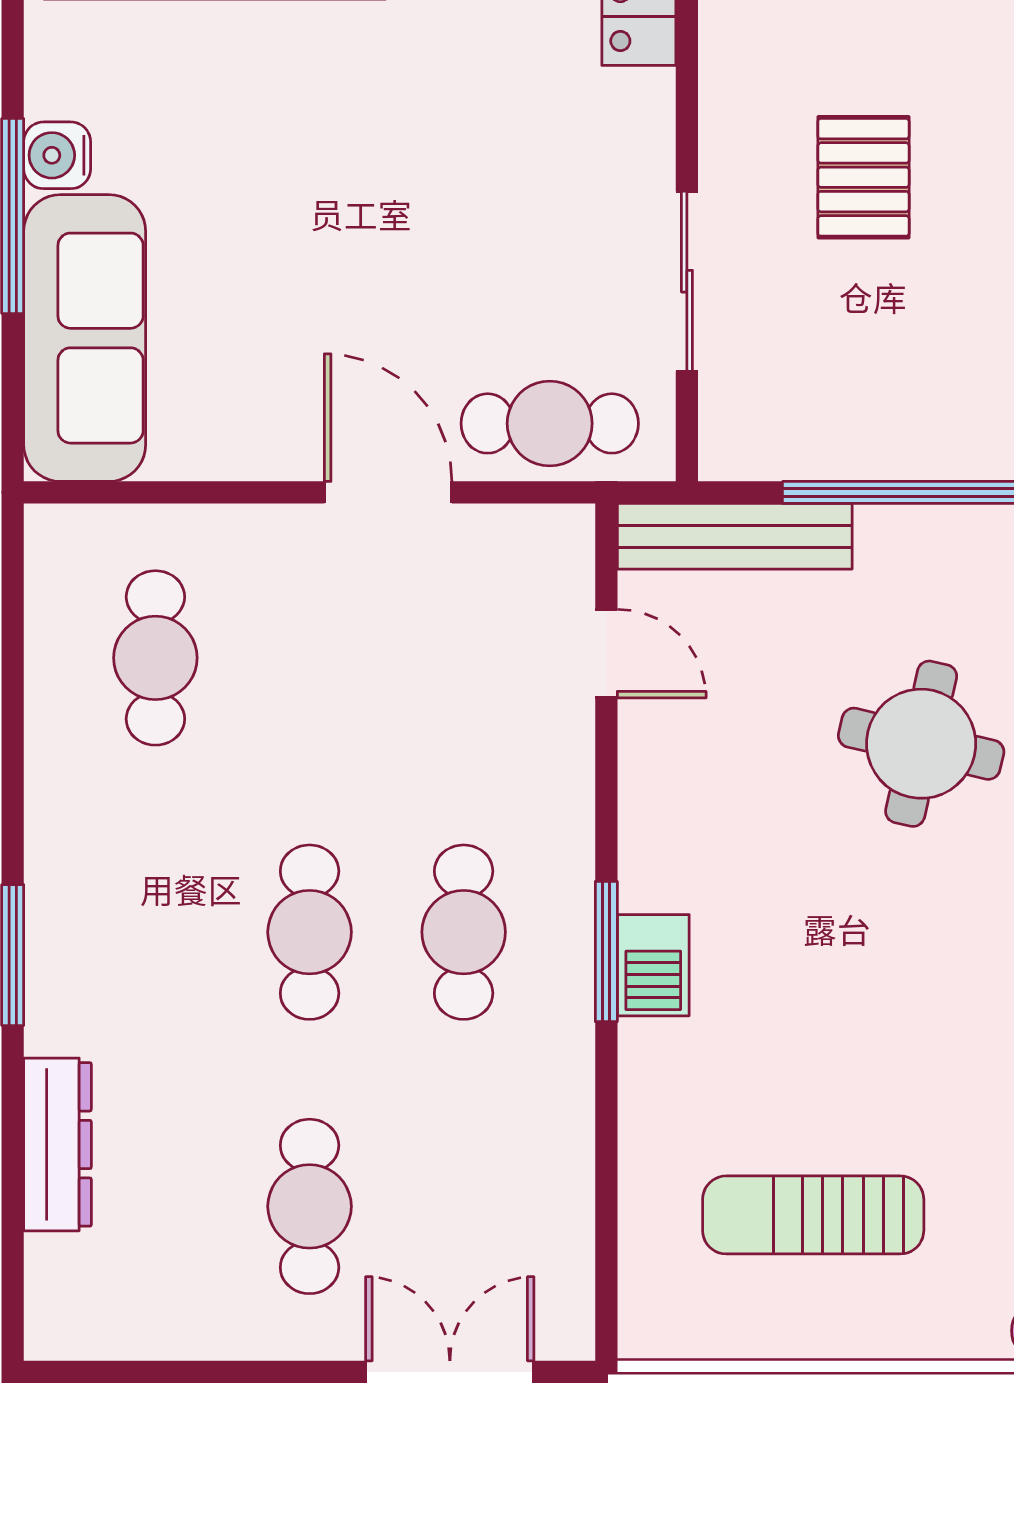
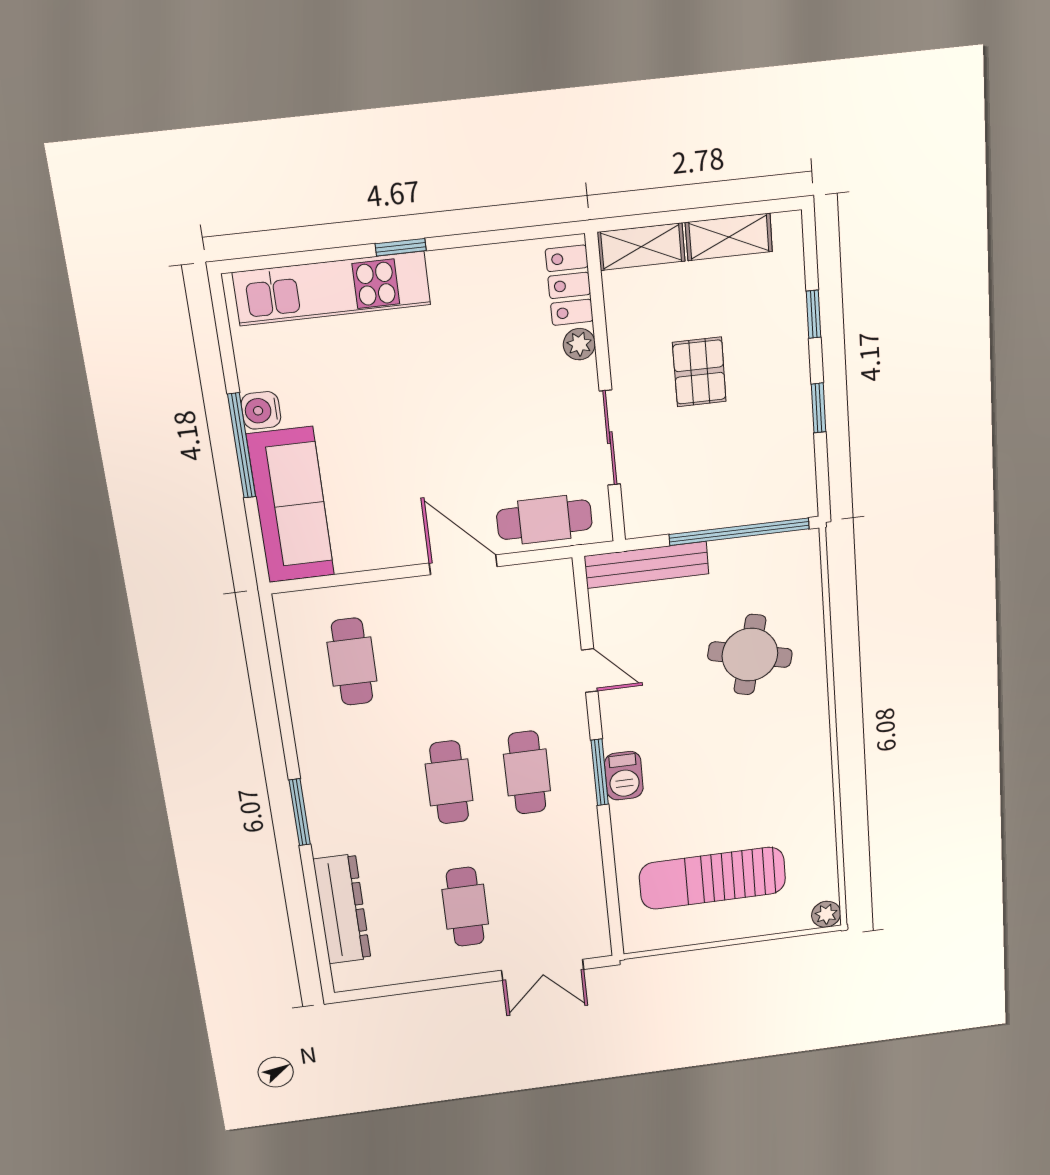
plant: (647, 100) -> (579, 344), added
door: (606, 654) -> (590, 671), moved
dresser: (58, 1144) -> (342, 909), width x1.37, depth x1.24
sun lounger: (813, 1215) -> (713, 878), width x1.36, depth x1.34
double door: (450, 1372) -> (543, 970), swing flipped

